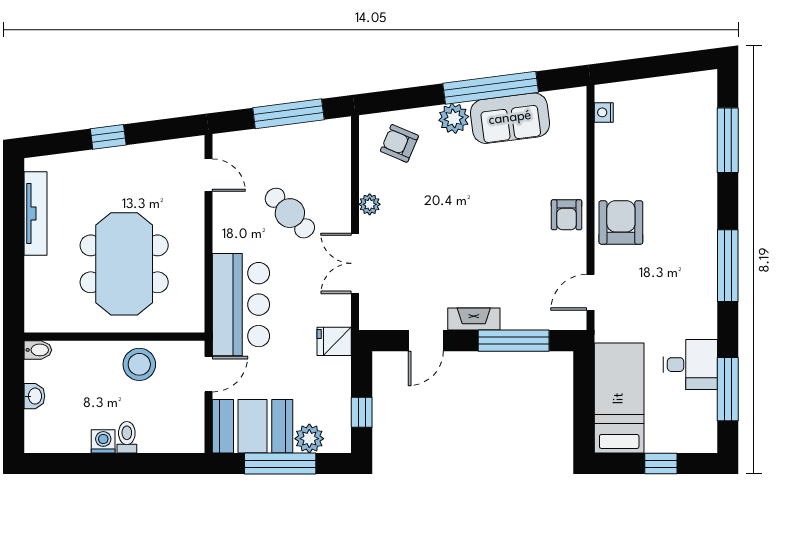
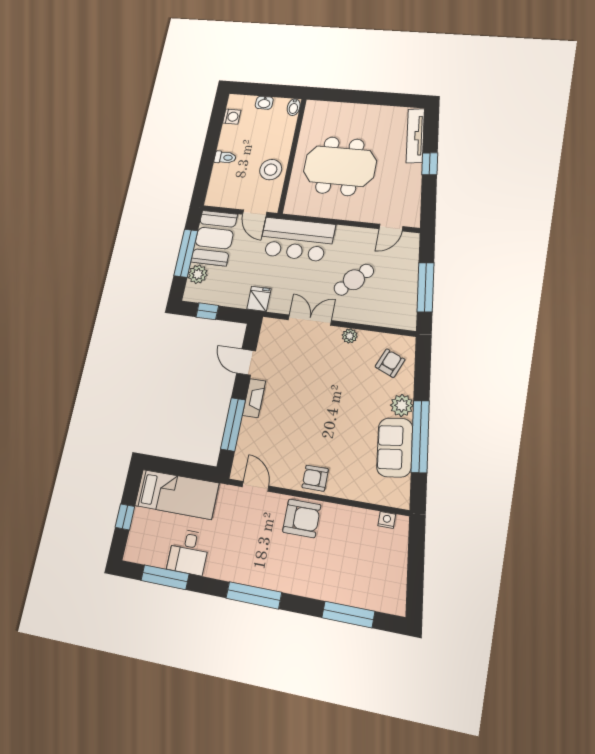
tv unit: (35, 213) -> (415, 136), moved, turned 83
washing machine: (103, 441) -> (232, 117), moved

